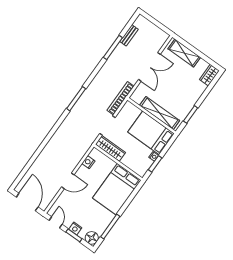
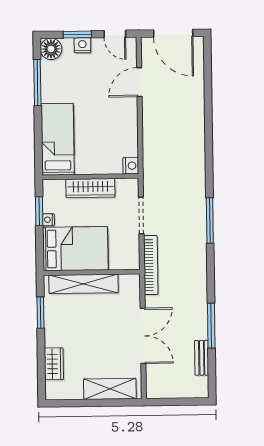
double door: (149, 67) -> (143, 336), swing flipped
wardrobe: (209, 75) -> (54, 364), moved
wardrobe: (110, 148) -> (90, 188), moved
nightstand: (88, 162) -> (131, 166), moved
door: (68, 181) -> (139, 82), moved
bed: (117, 189) -> (58, 139), width x0.67

